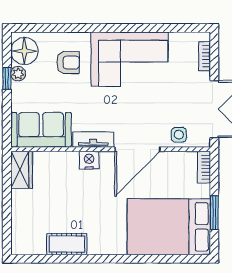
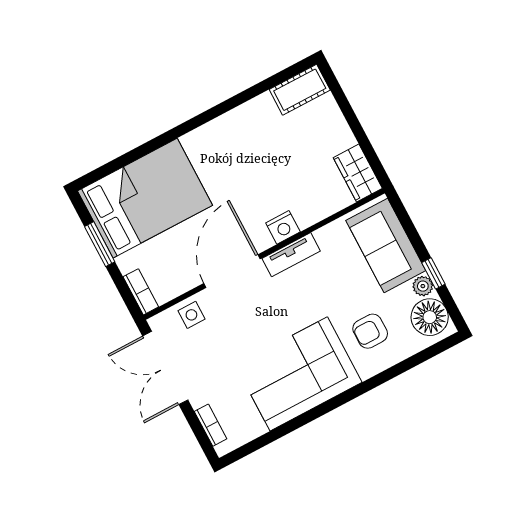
sofa: (41, 130) -> (386, 246), moved, turned 90
cot: (67, 244) -> (300, 90), moved

